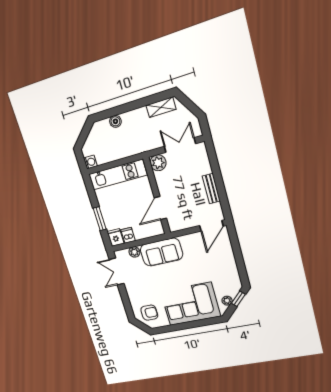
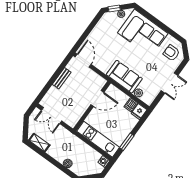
plant: (158, 163) -> (72, 120), removed
window: (100, 219) -> (127, 142), moved
door: (211, 226) -> (83, 61), hinge flipped
double door: (117, 271) -> (169, 83), moved

